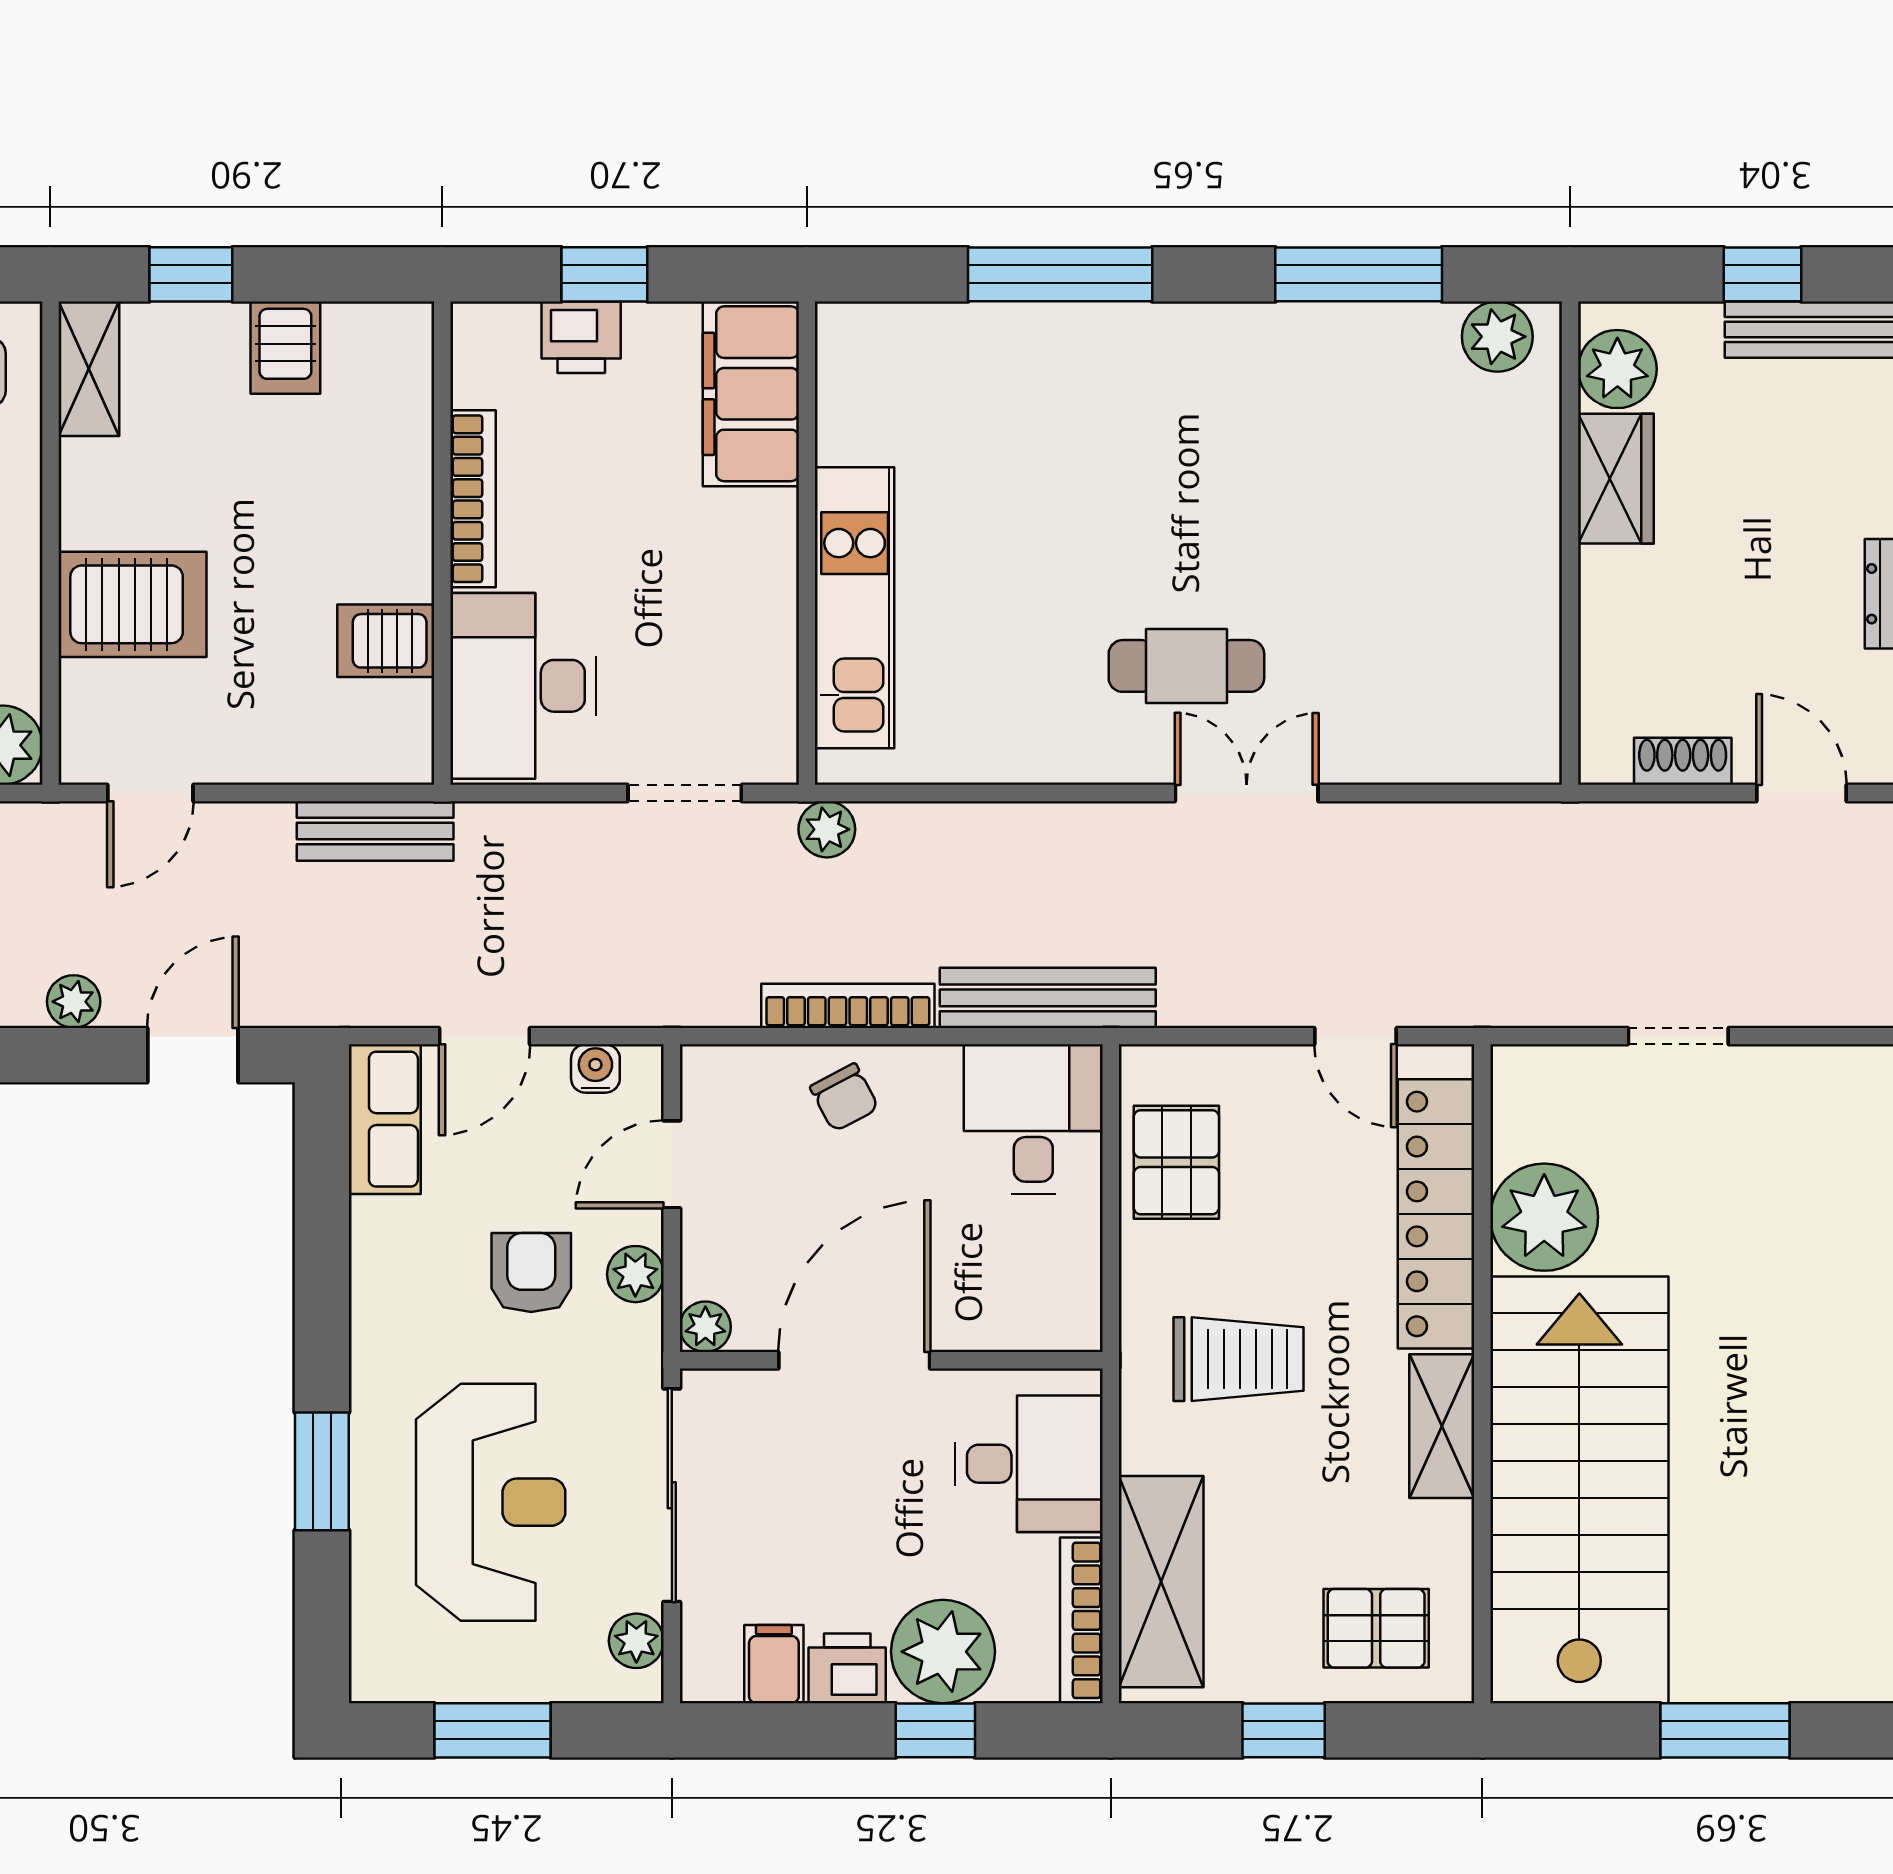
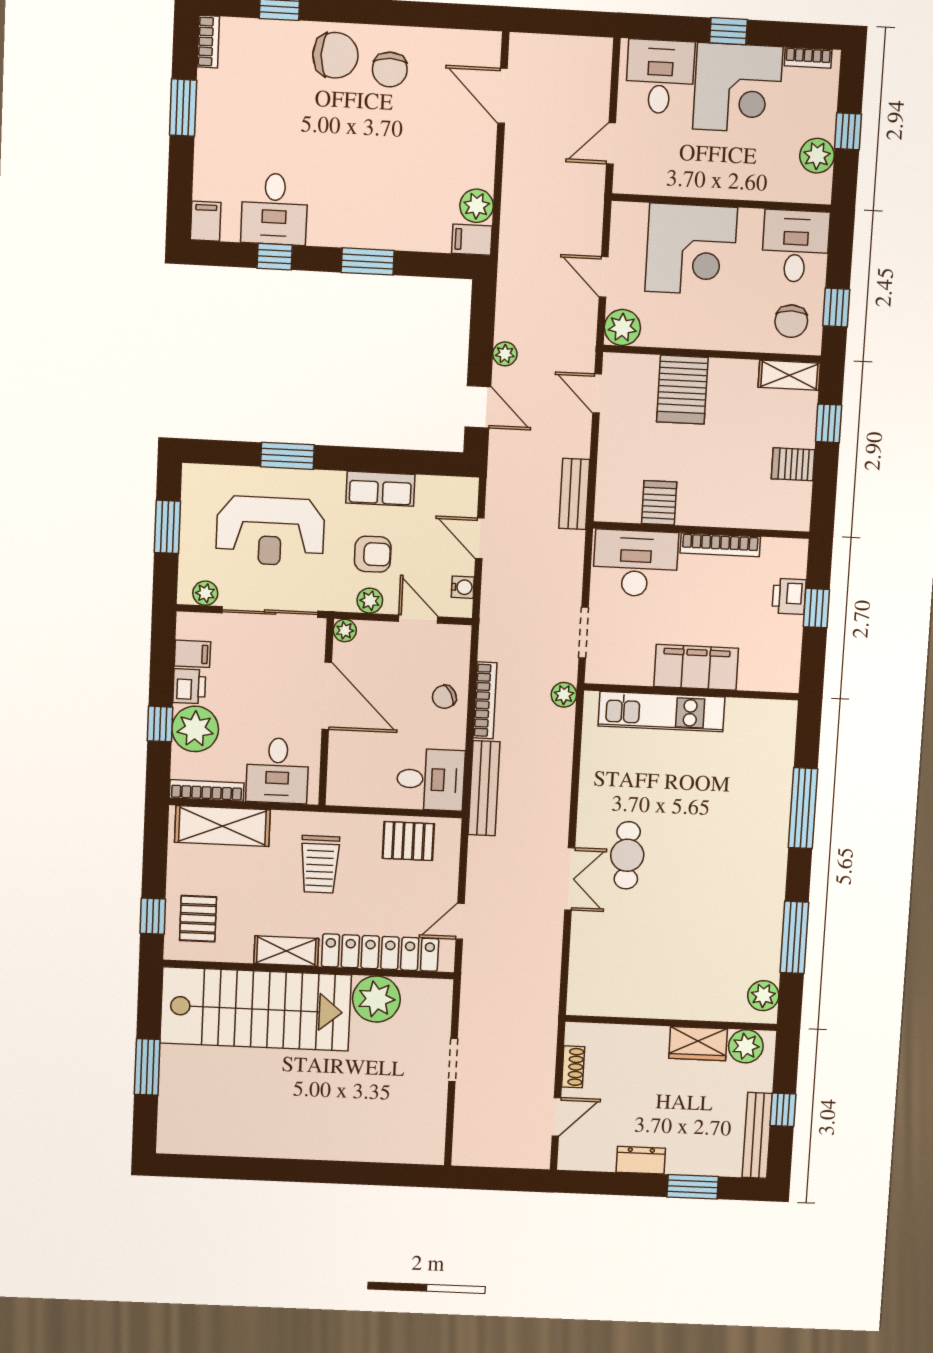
filing cabinet: (751, 394) -> (696, 667), moved
row of seats: (385, 1119) -> (380, 489), moved
window: (1284, 1730) -> (153, 916), moved

